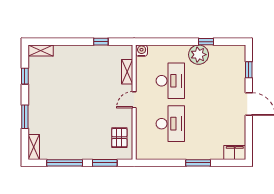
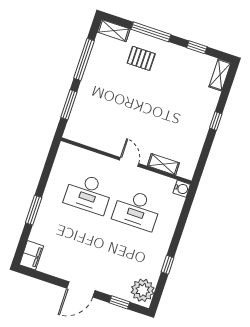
window: (101, 42) -> (216, 121), moved
plant: (199, 55) -> (143, 290), moved
window: (25, 117) -> (151, 32), width x1.44
pallet: (119, 138) -> (141, 58), moved

